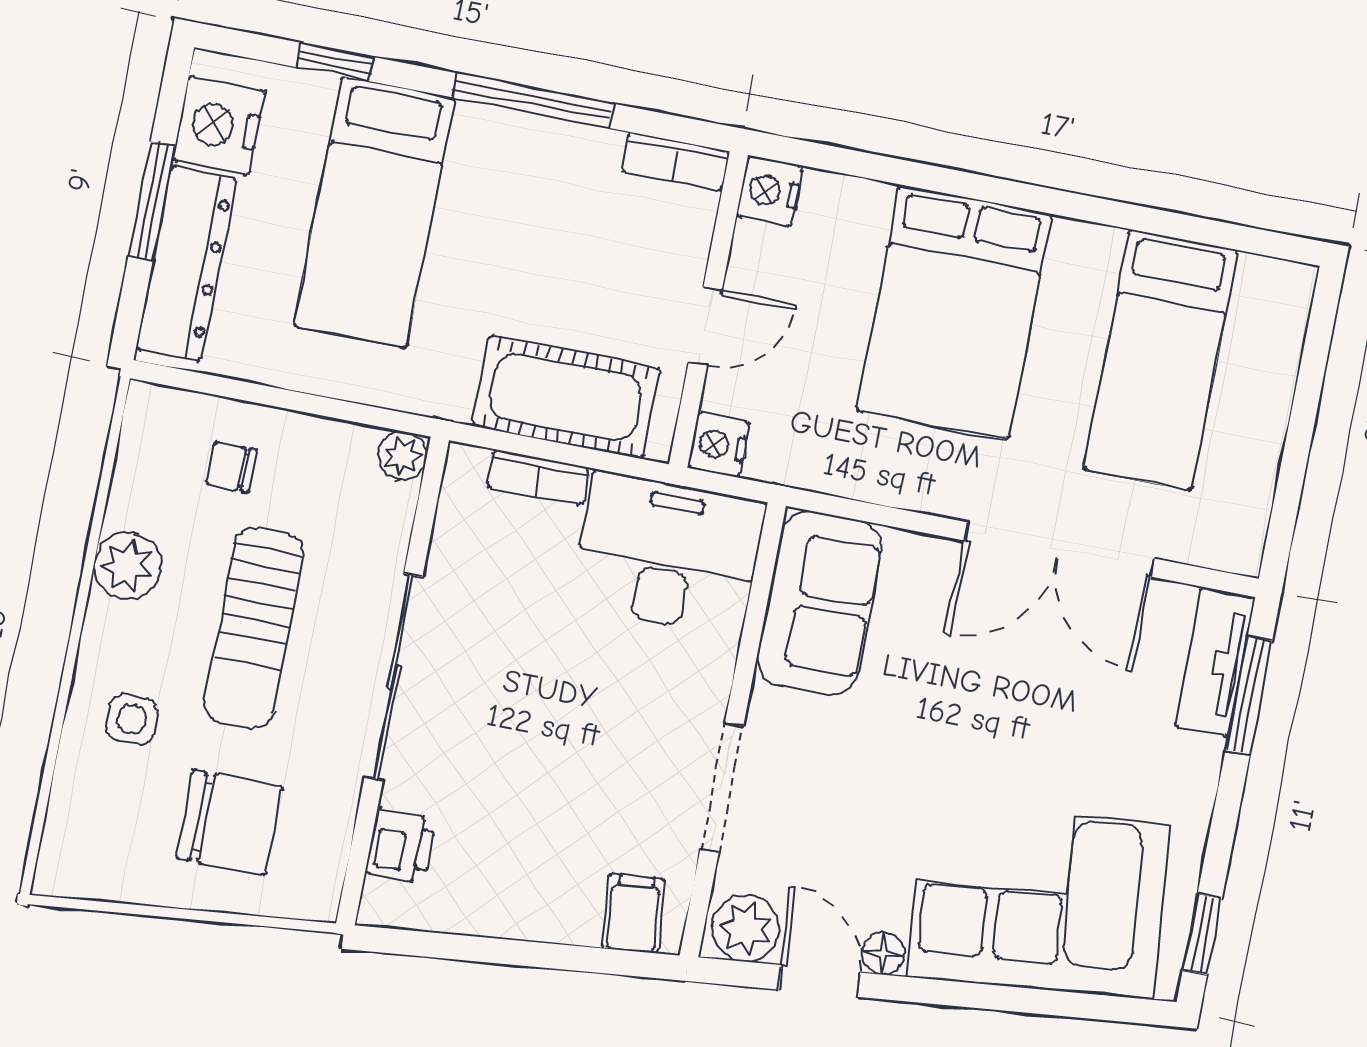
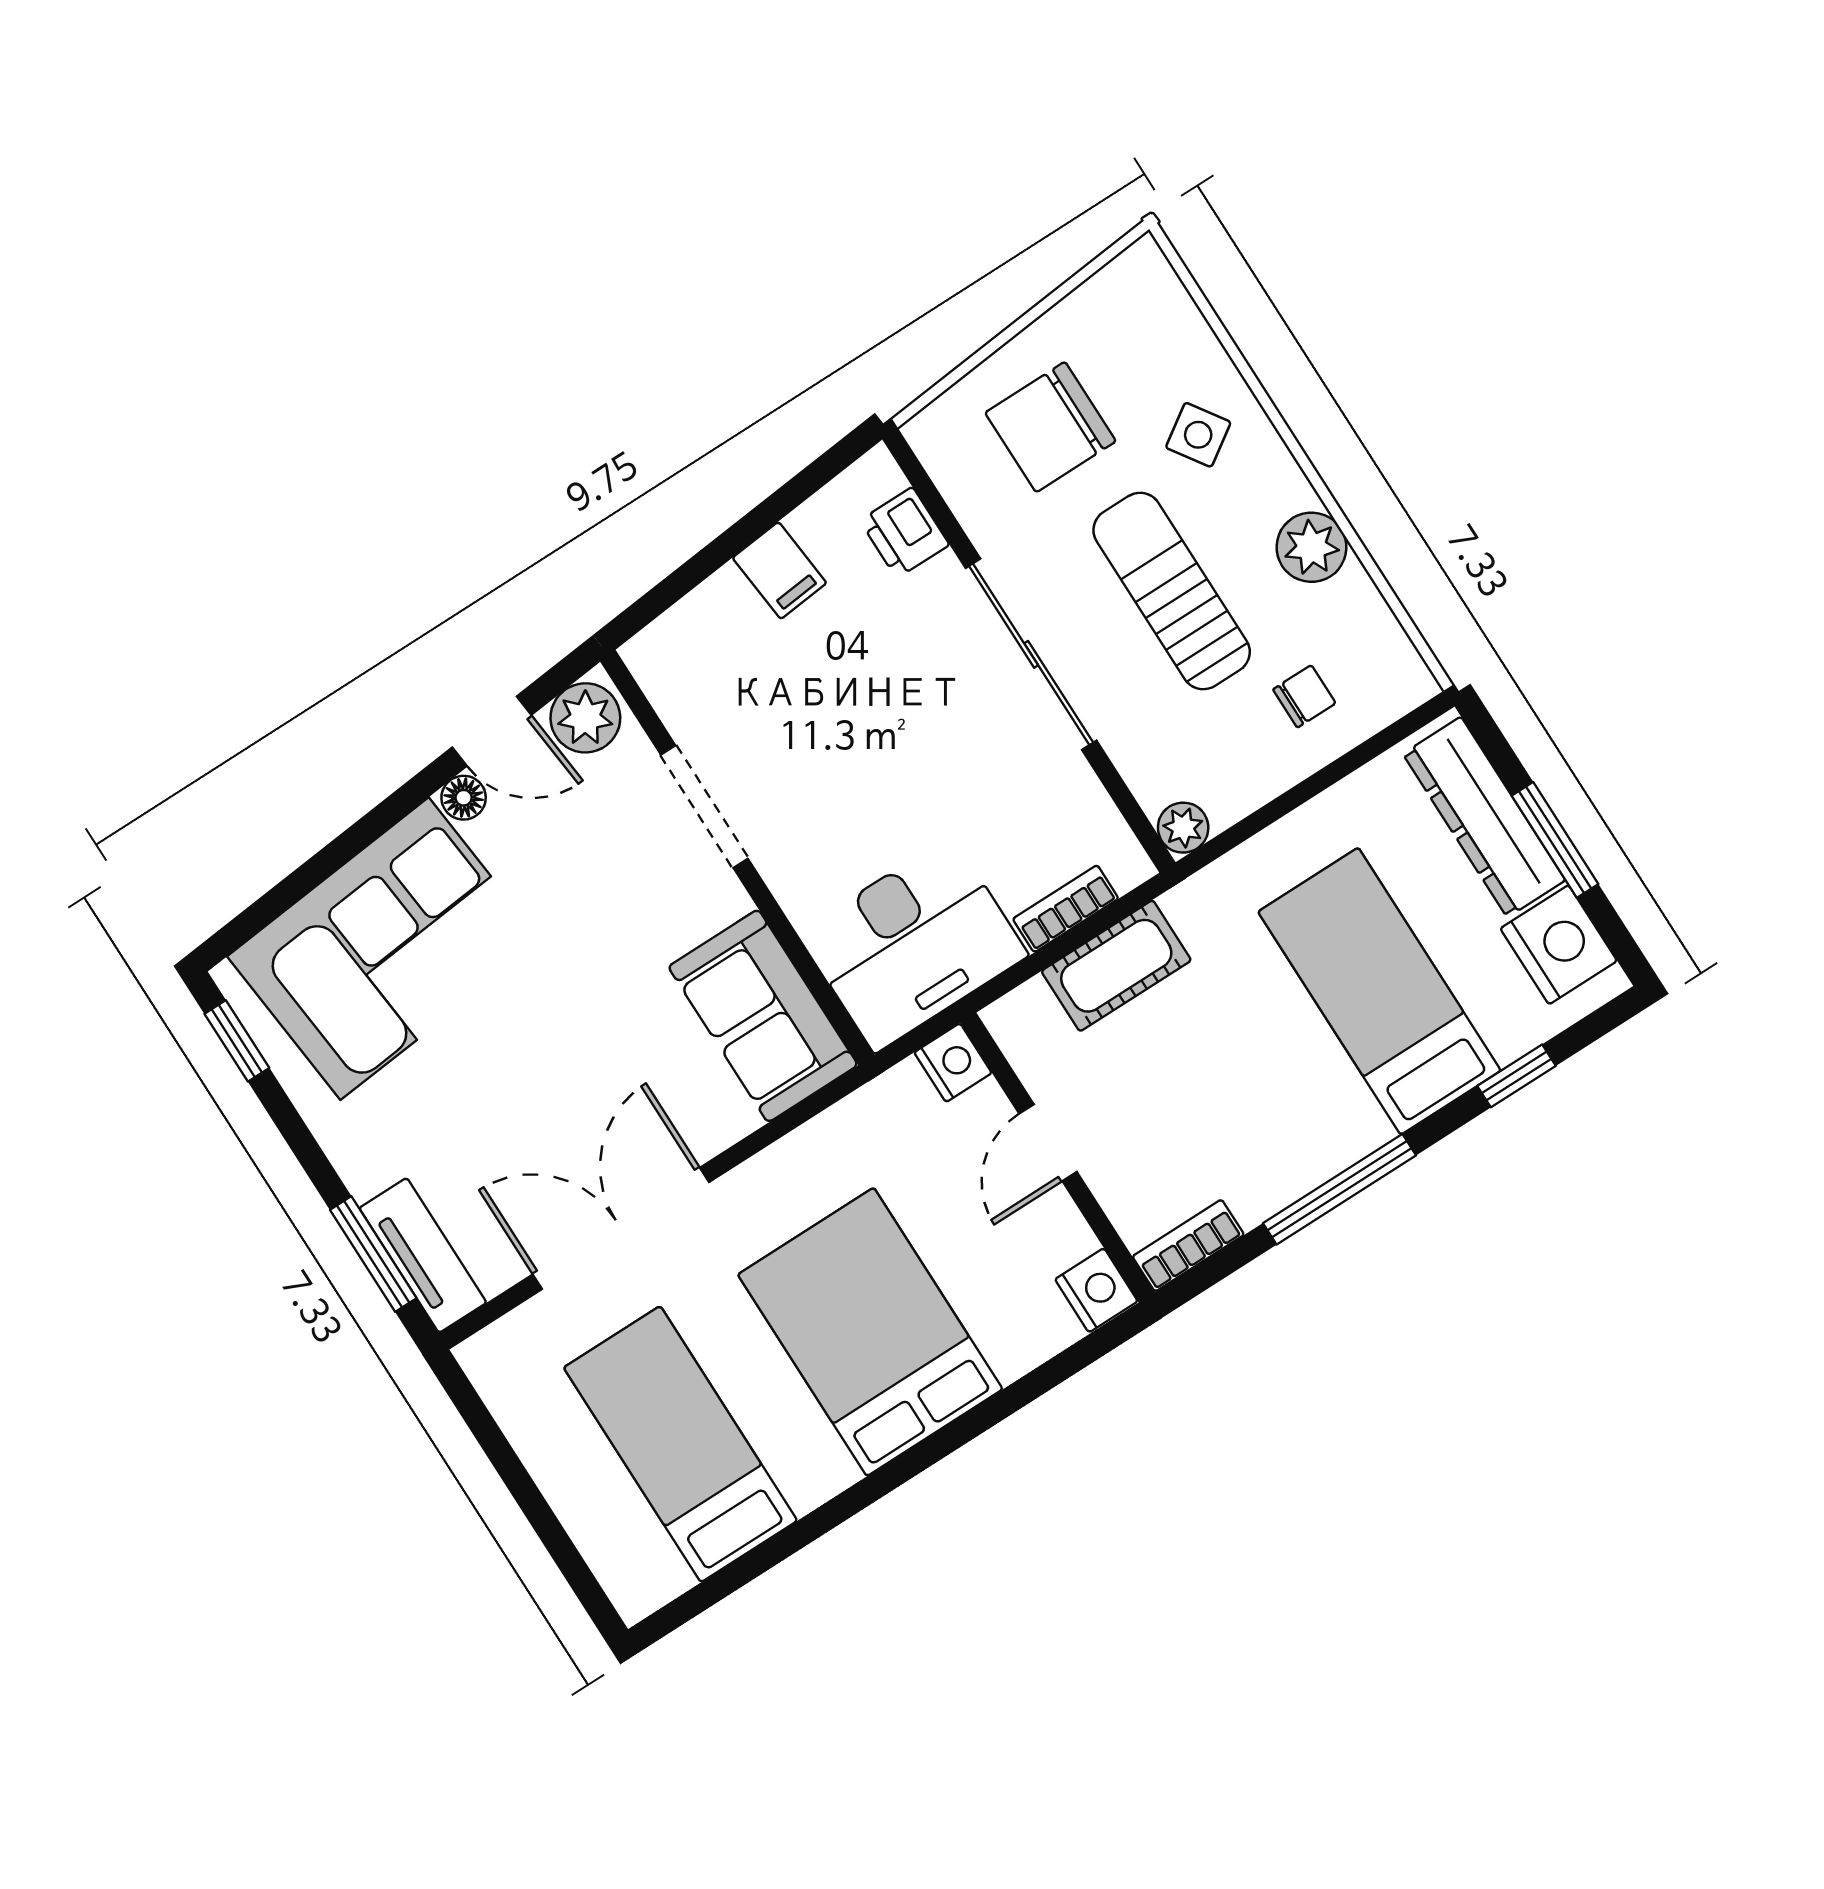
cot: (566, 397) -> (1116, 966), width x0.73, depth x0.75
side table: (132, 719) -> (1198, 435), turned -34
filing cabinet: (633, 913) -> (780, 570), moved

